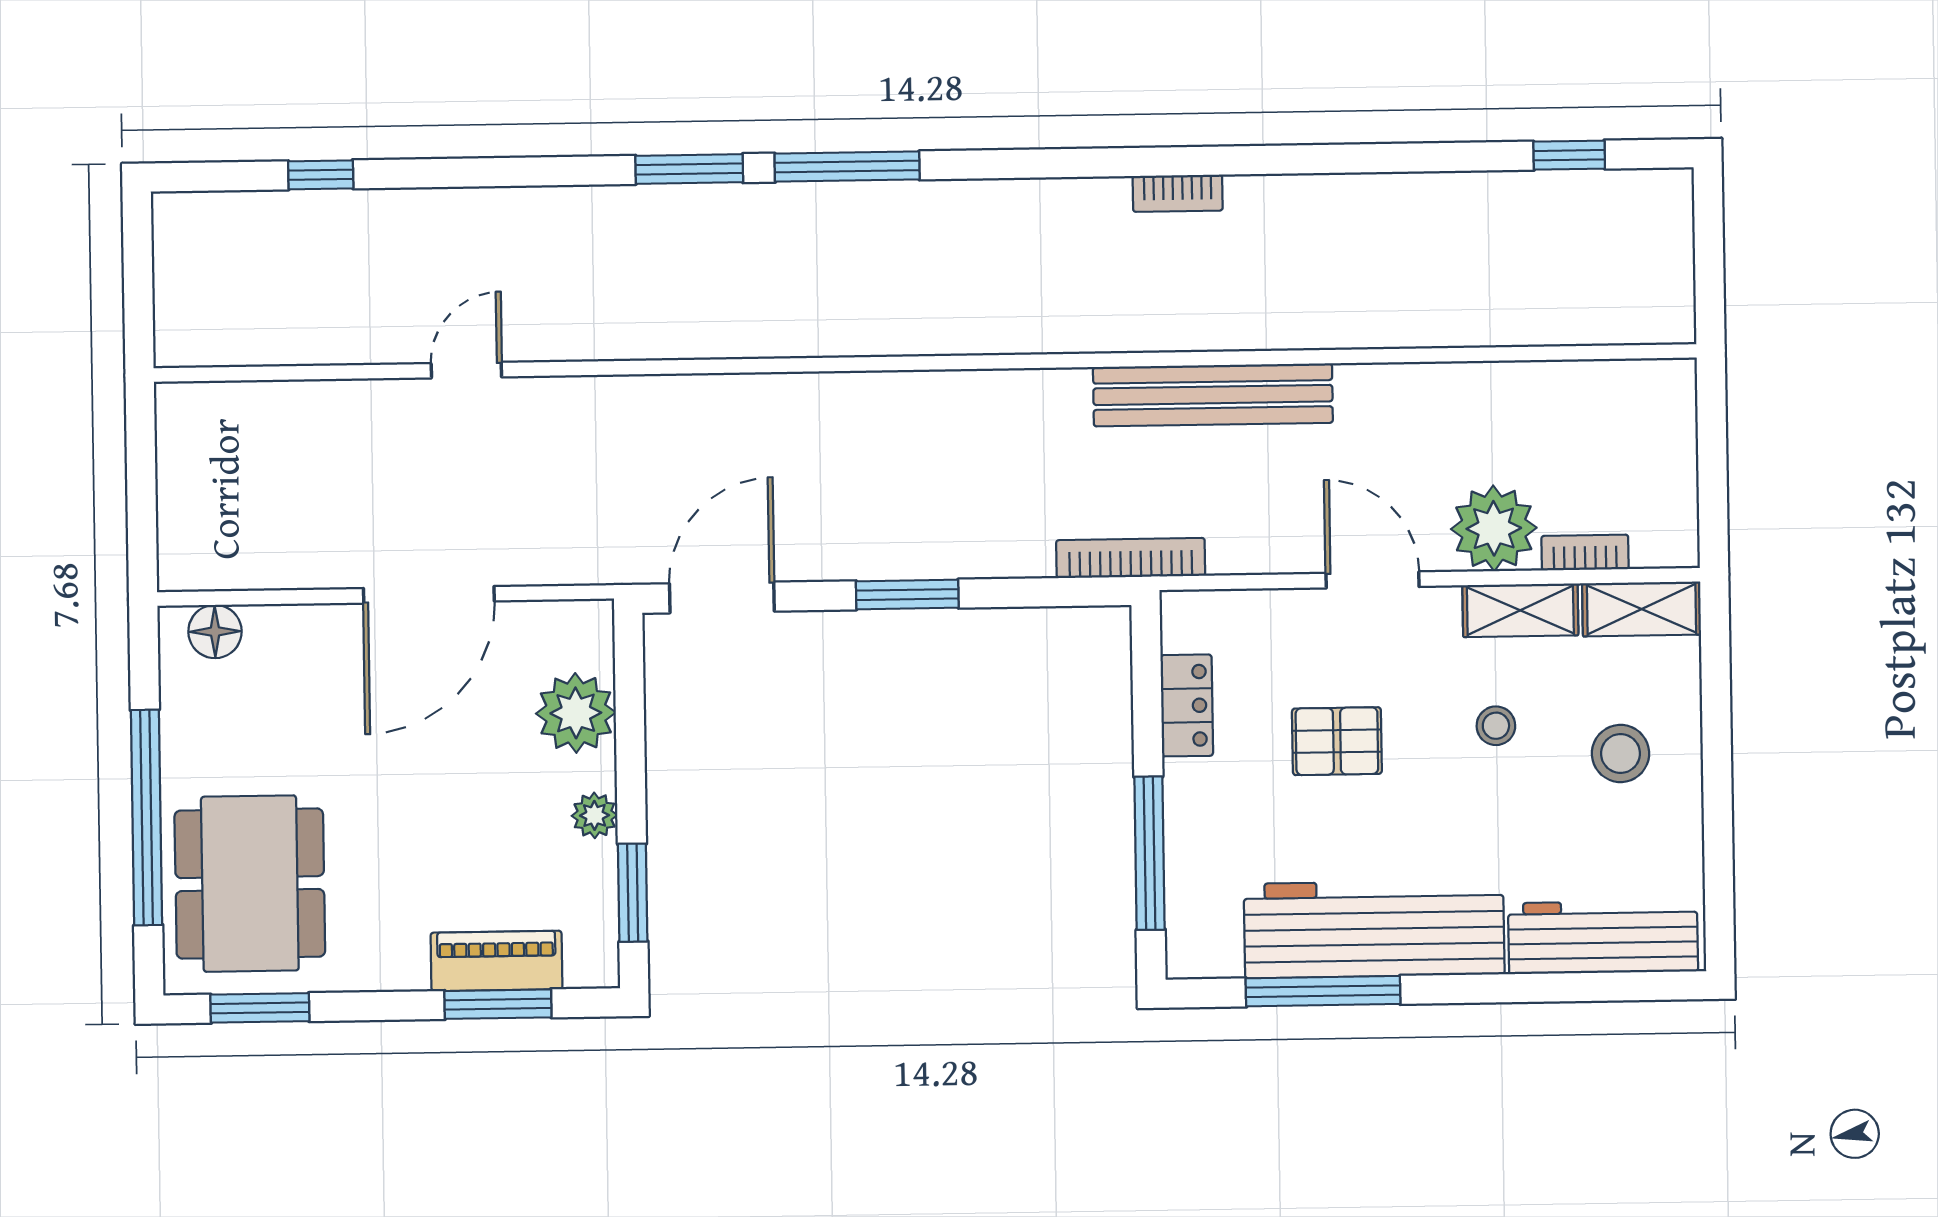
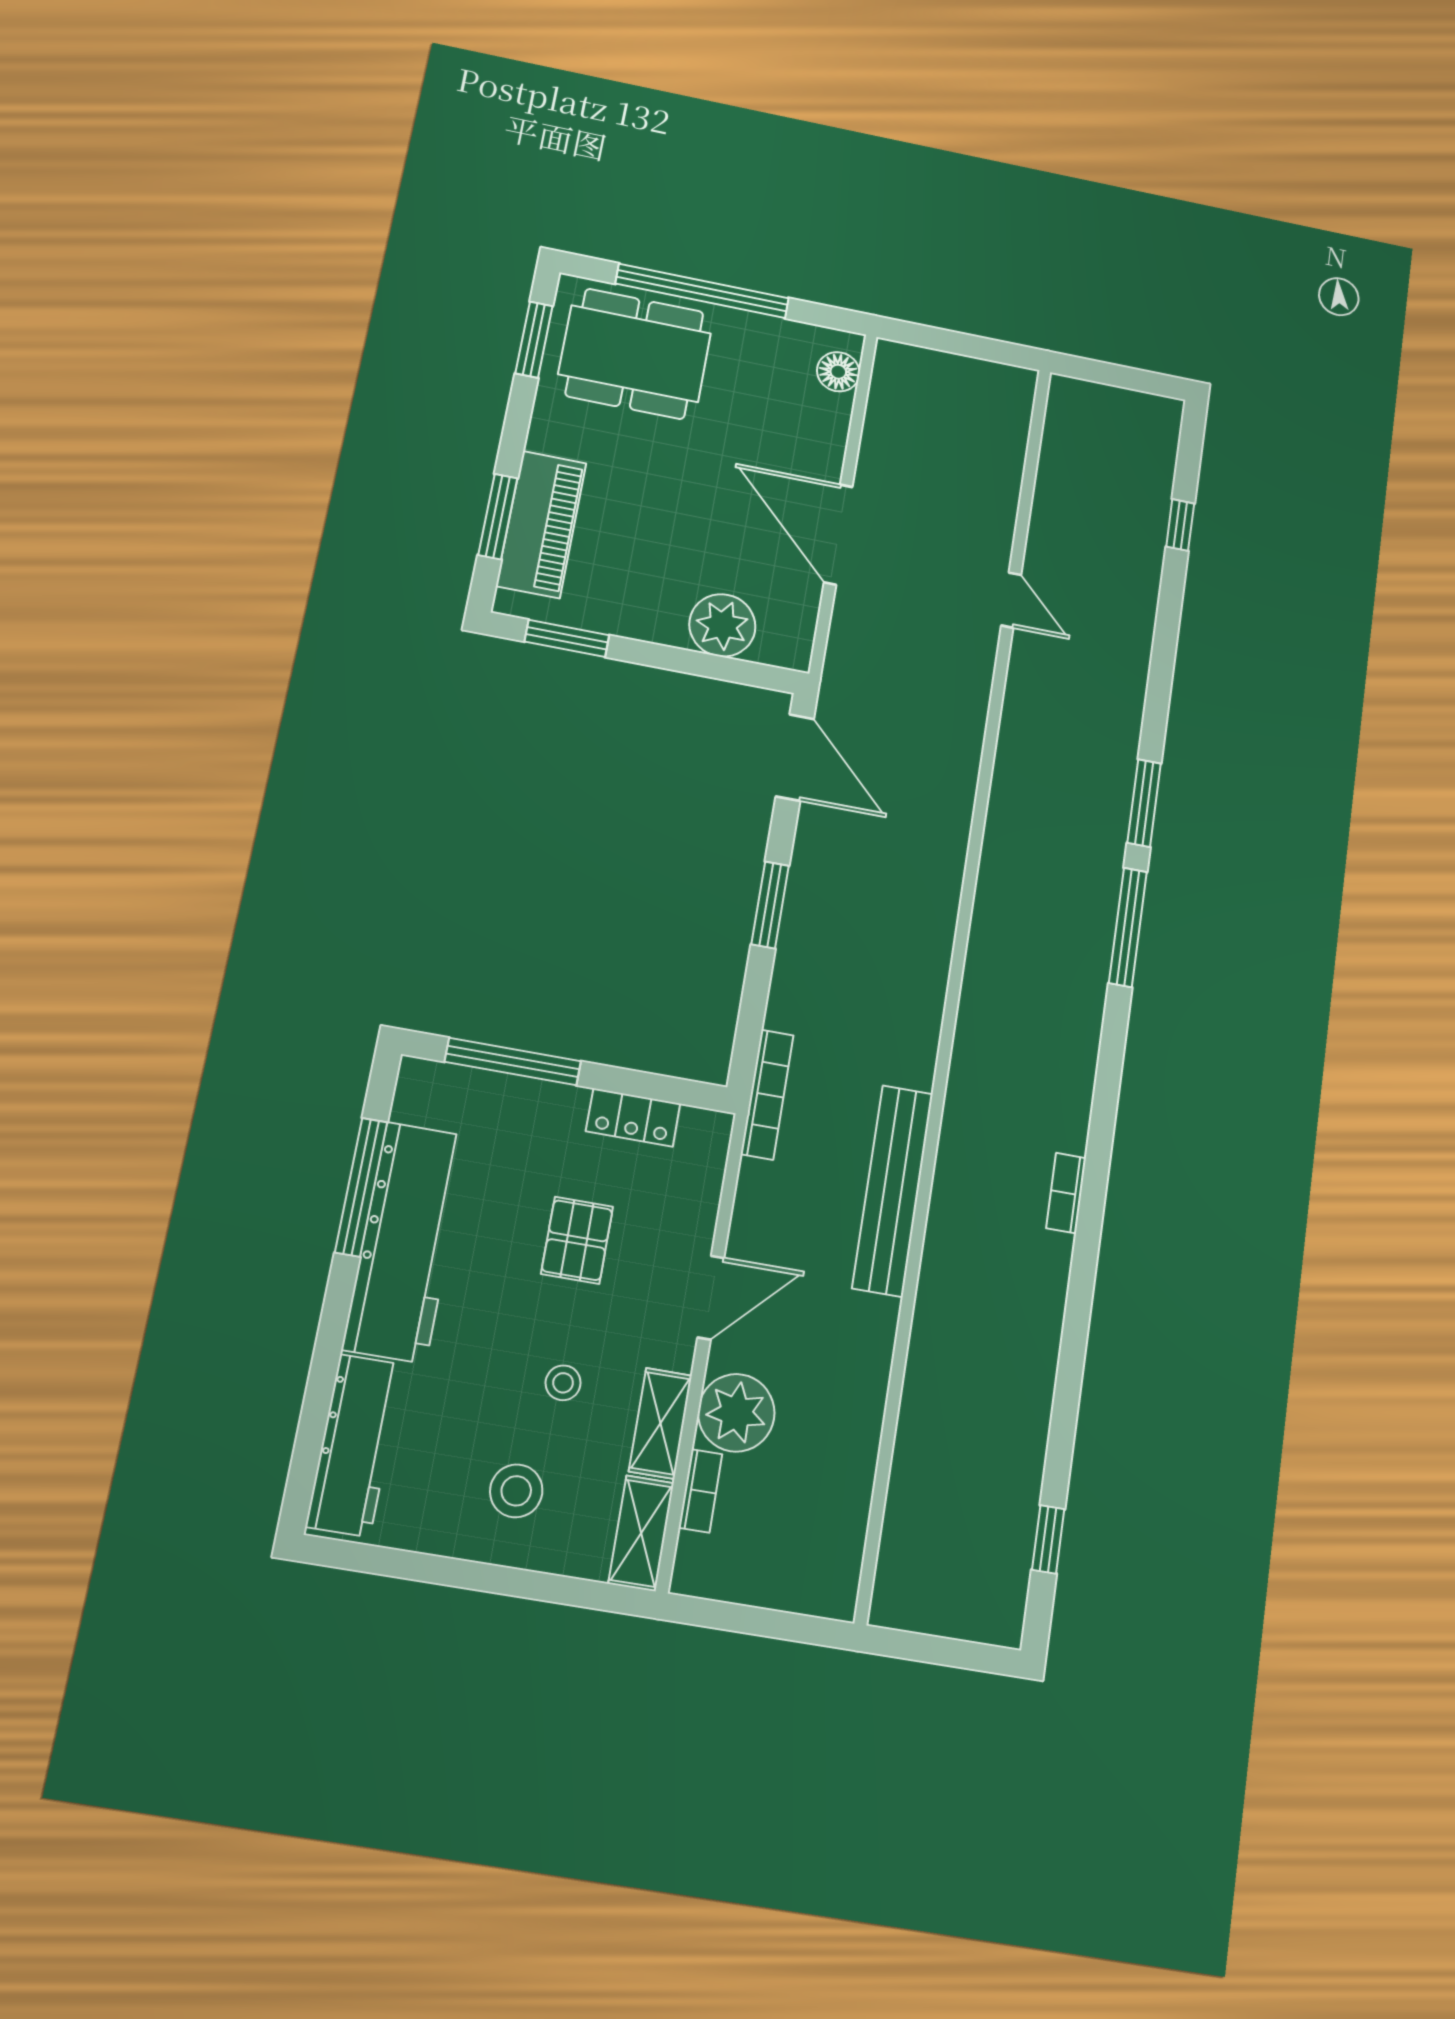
plant: (594, 815) -> (636, 622), removed
piano: (497, 961) -> (541, 524), width x1.37, depth x1.33

